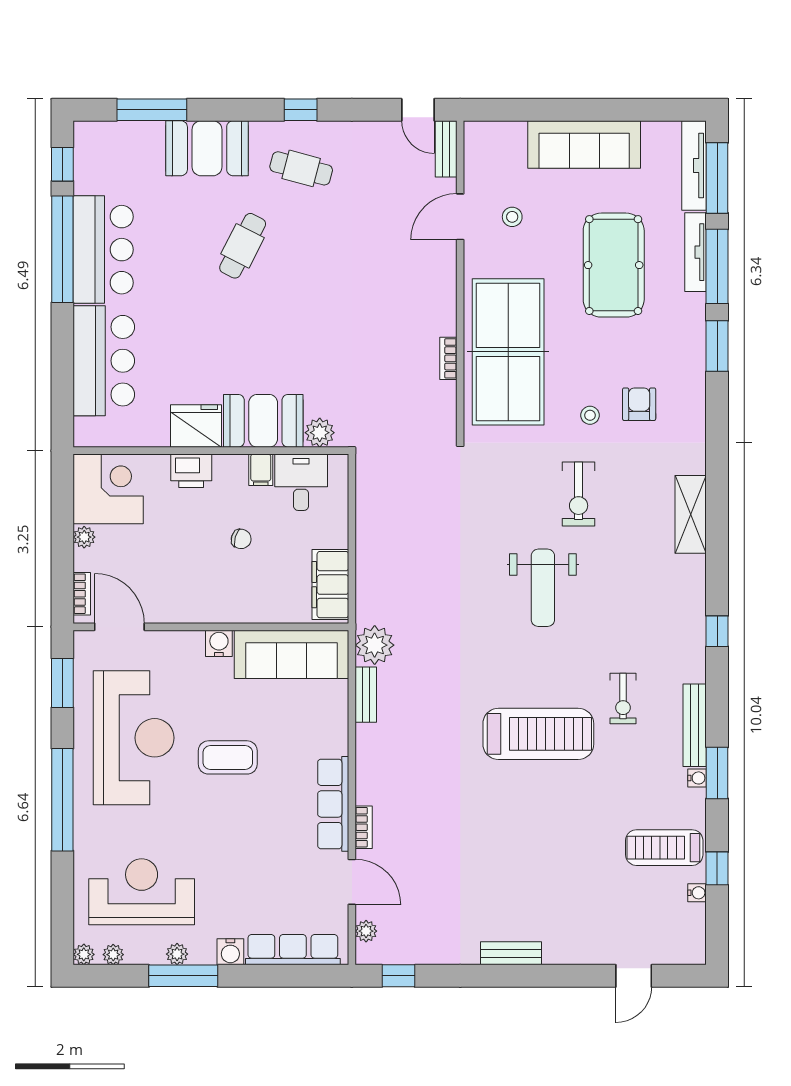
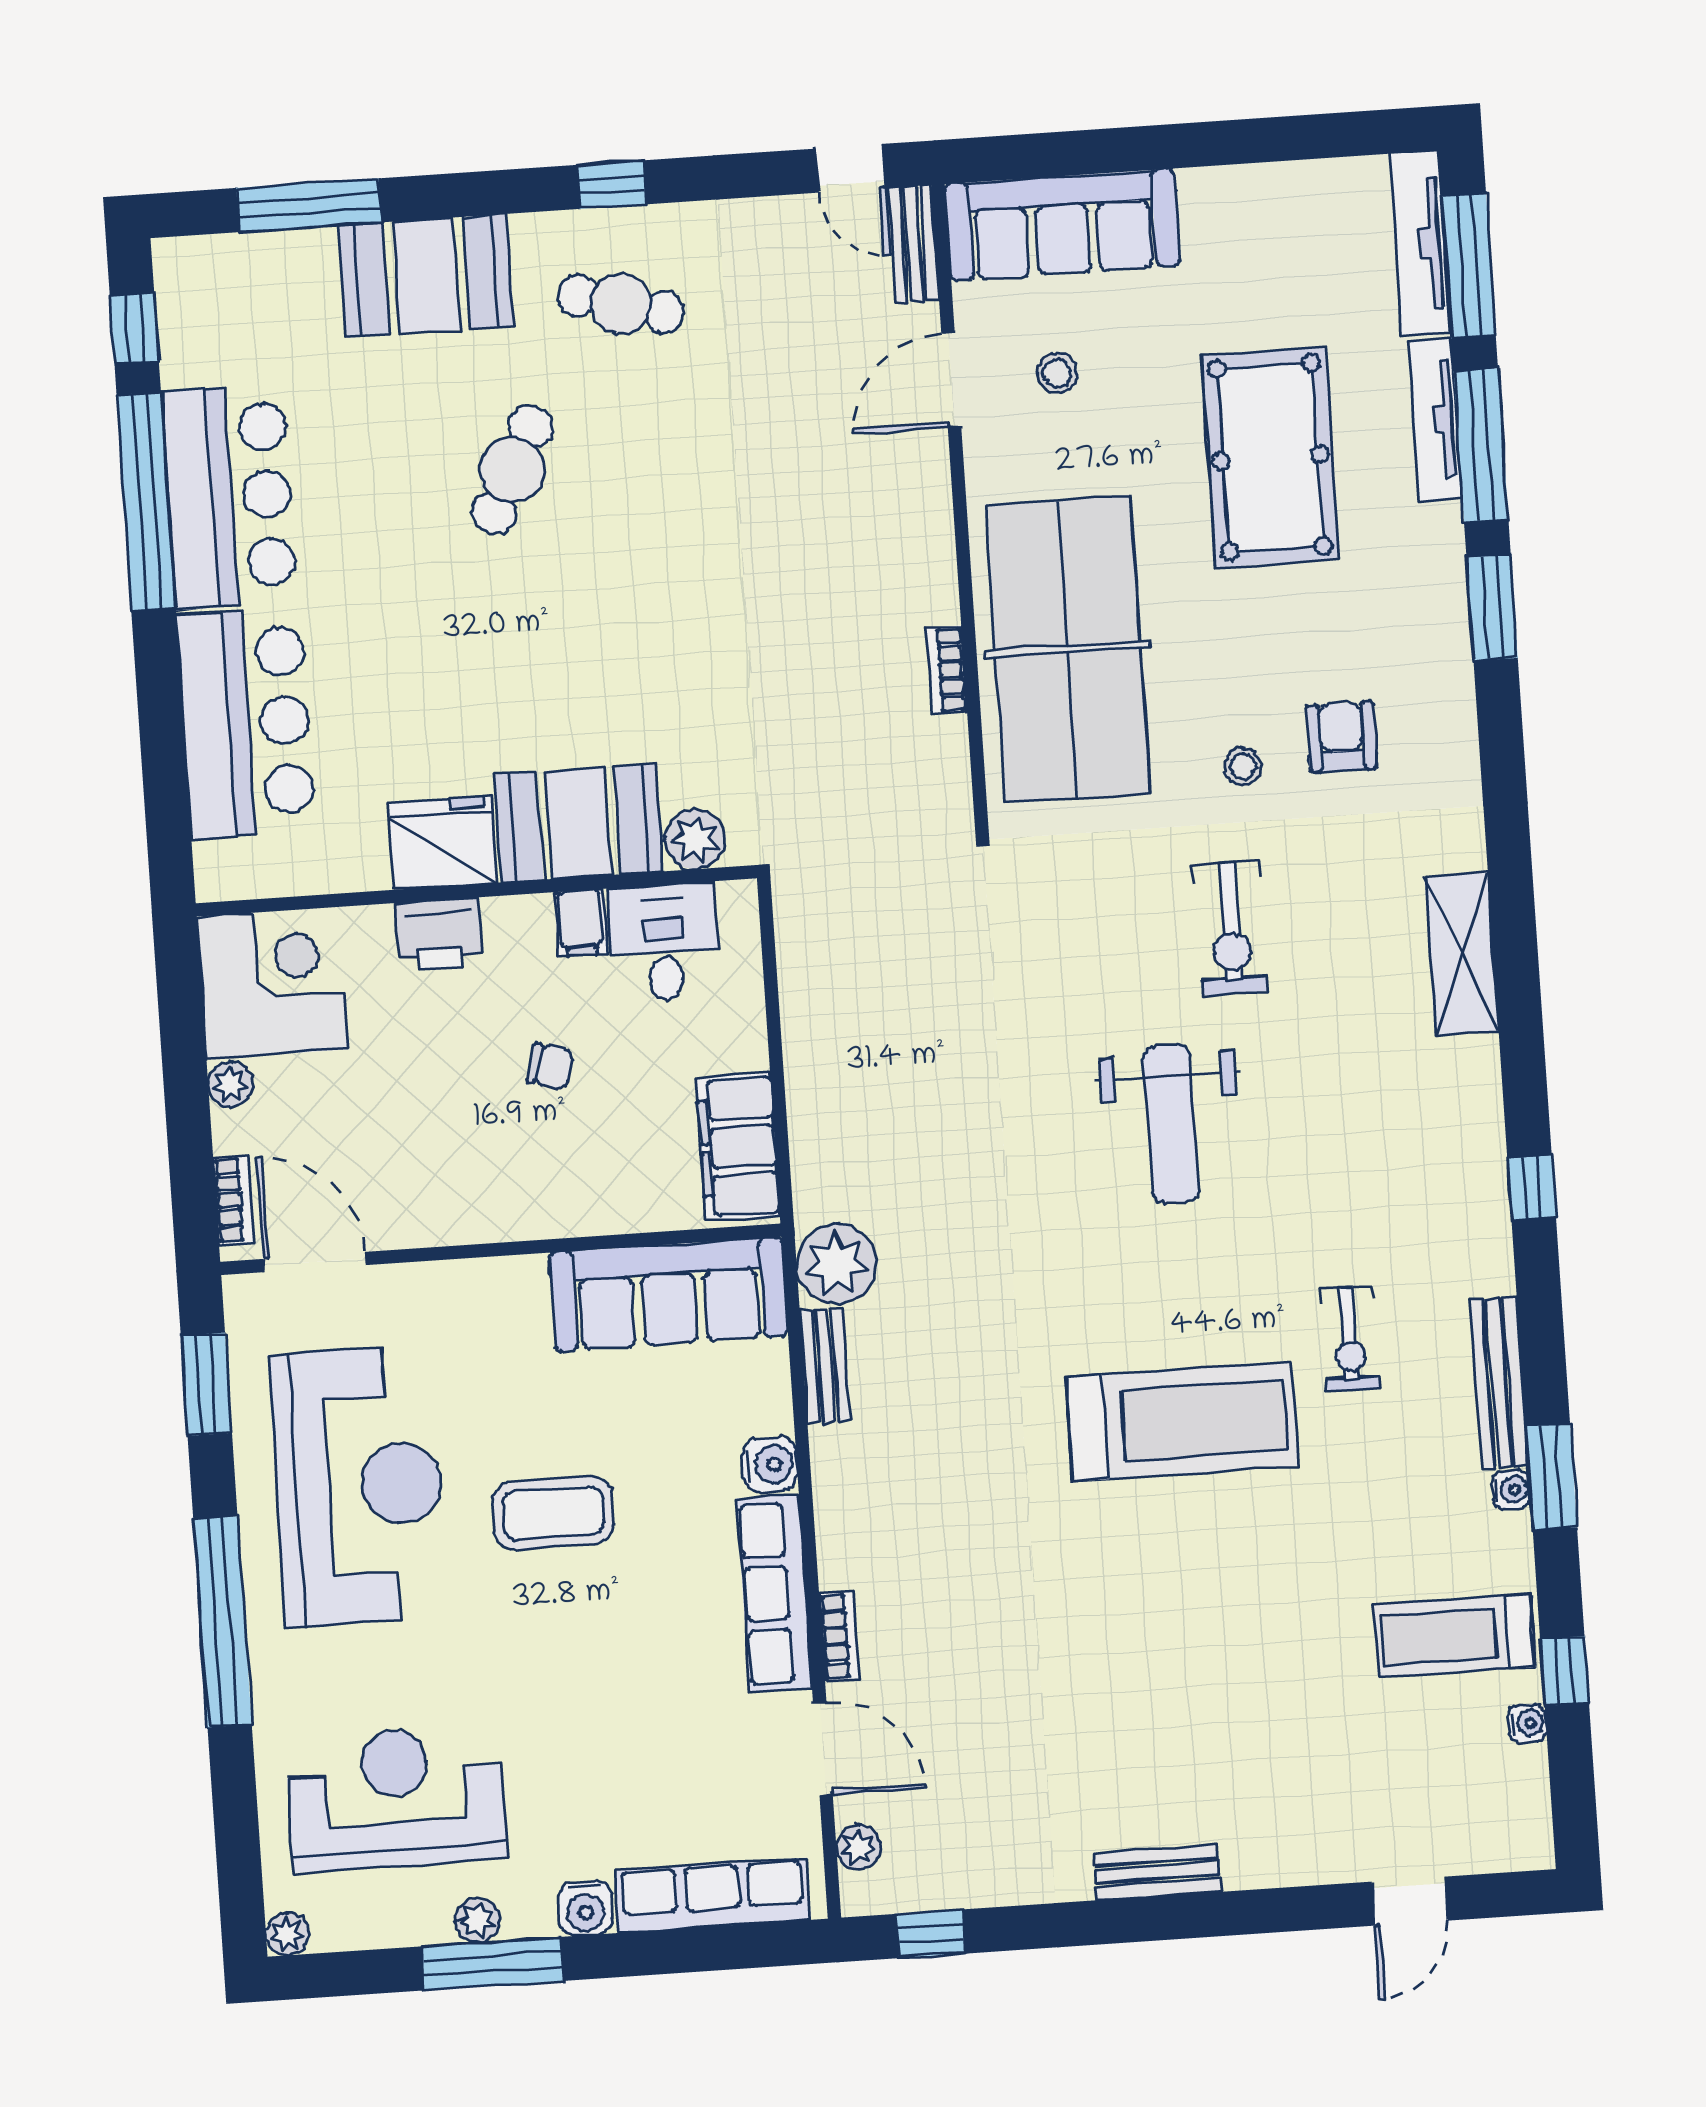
sofa: (584, 145) -> (1062, 225), moved
water cooler: (219, 643) -> (770, 1465), moved, turned 90
plant: (113, 955) -> (347, 1930), removed

